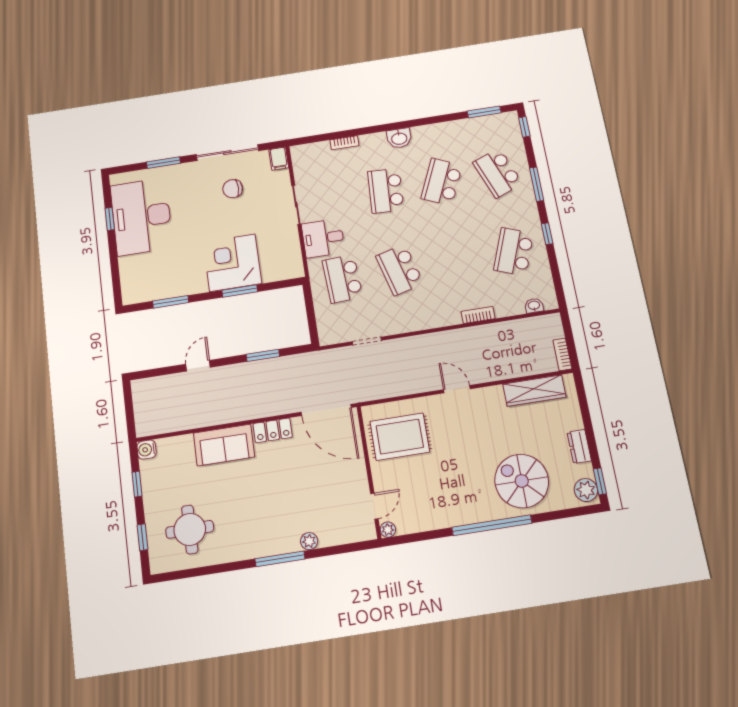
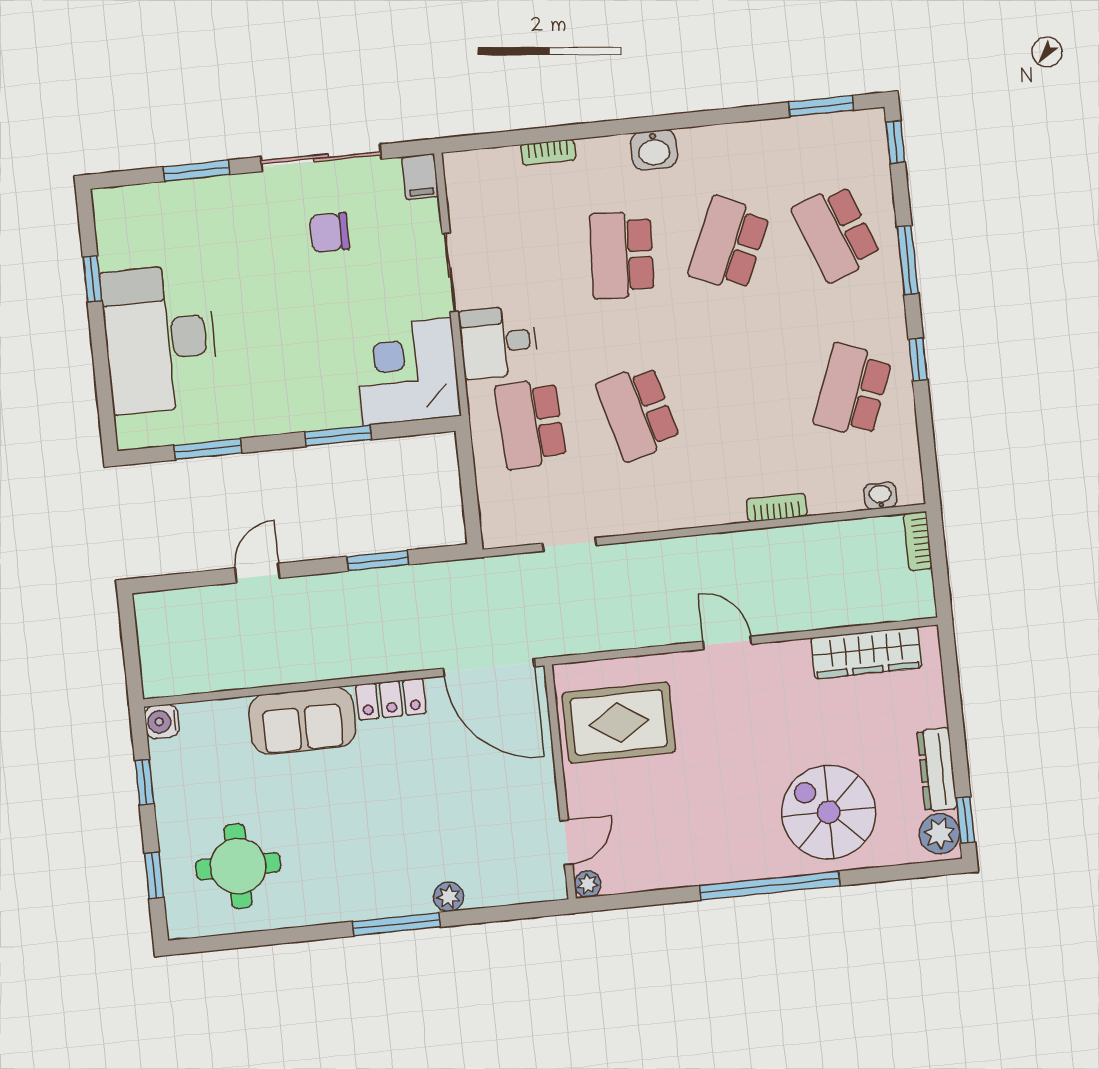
desk: (142, 217) -> (160, 339), moved
corner desk: (232, 263) -> (407, 372), moved
bookcase: (562, 354) -> (918, 541), moved
dresser: (579, 447) -> (937, 770), width x1.44

